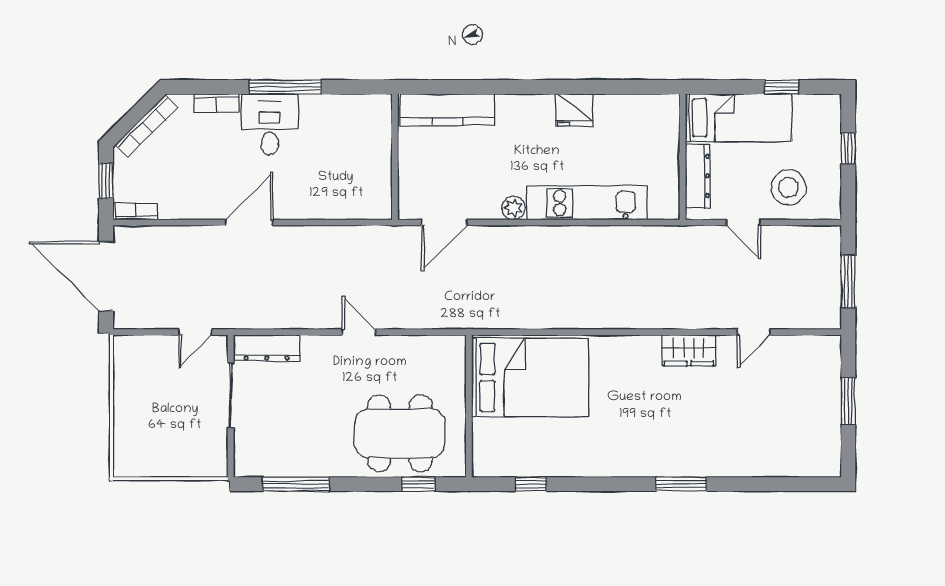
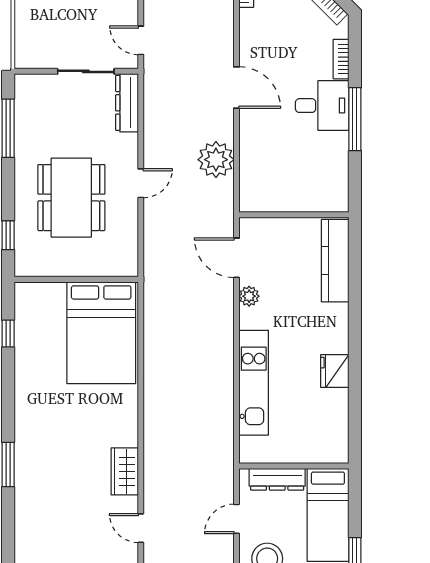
plant: (513, 208) -> (249, 296), moved
plant: (332, 246) -> (216, 160), added
dining table: (400, 433) -> (71, 198), moved

